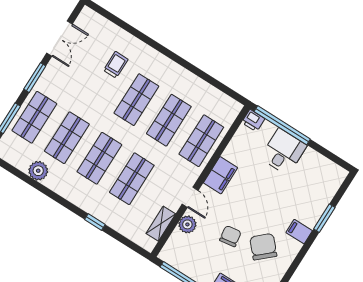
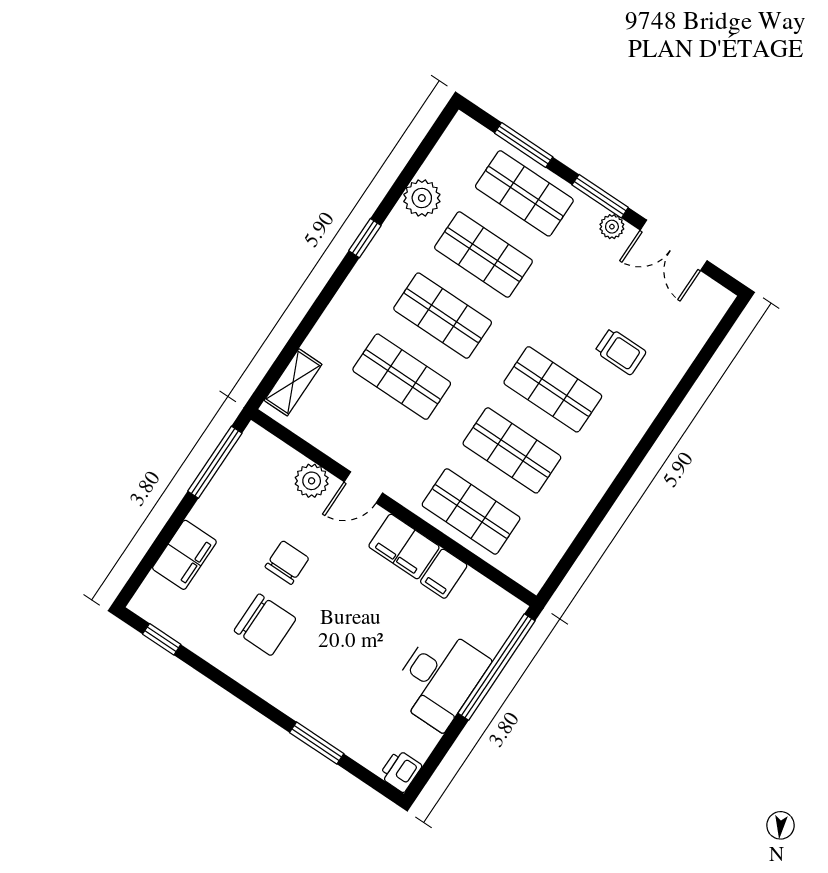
plant: (51, 71) -> (612, 227), added
printer: (253, 121) -> (401, 771), moved
desk: (283, 152) -> (439, 678), width x1.37
window: (95, 222) -> (365, 238), moved
shelving: (161, 224) -> (293, 382), moved, turned 90
filing cabinet: (299, 232) -> (444, 574), moved, turned 180
chair: (230, 236) -> (287, 562), turned -81
chair: (263, 247) -> (265, 625), turned 42

